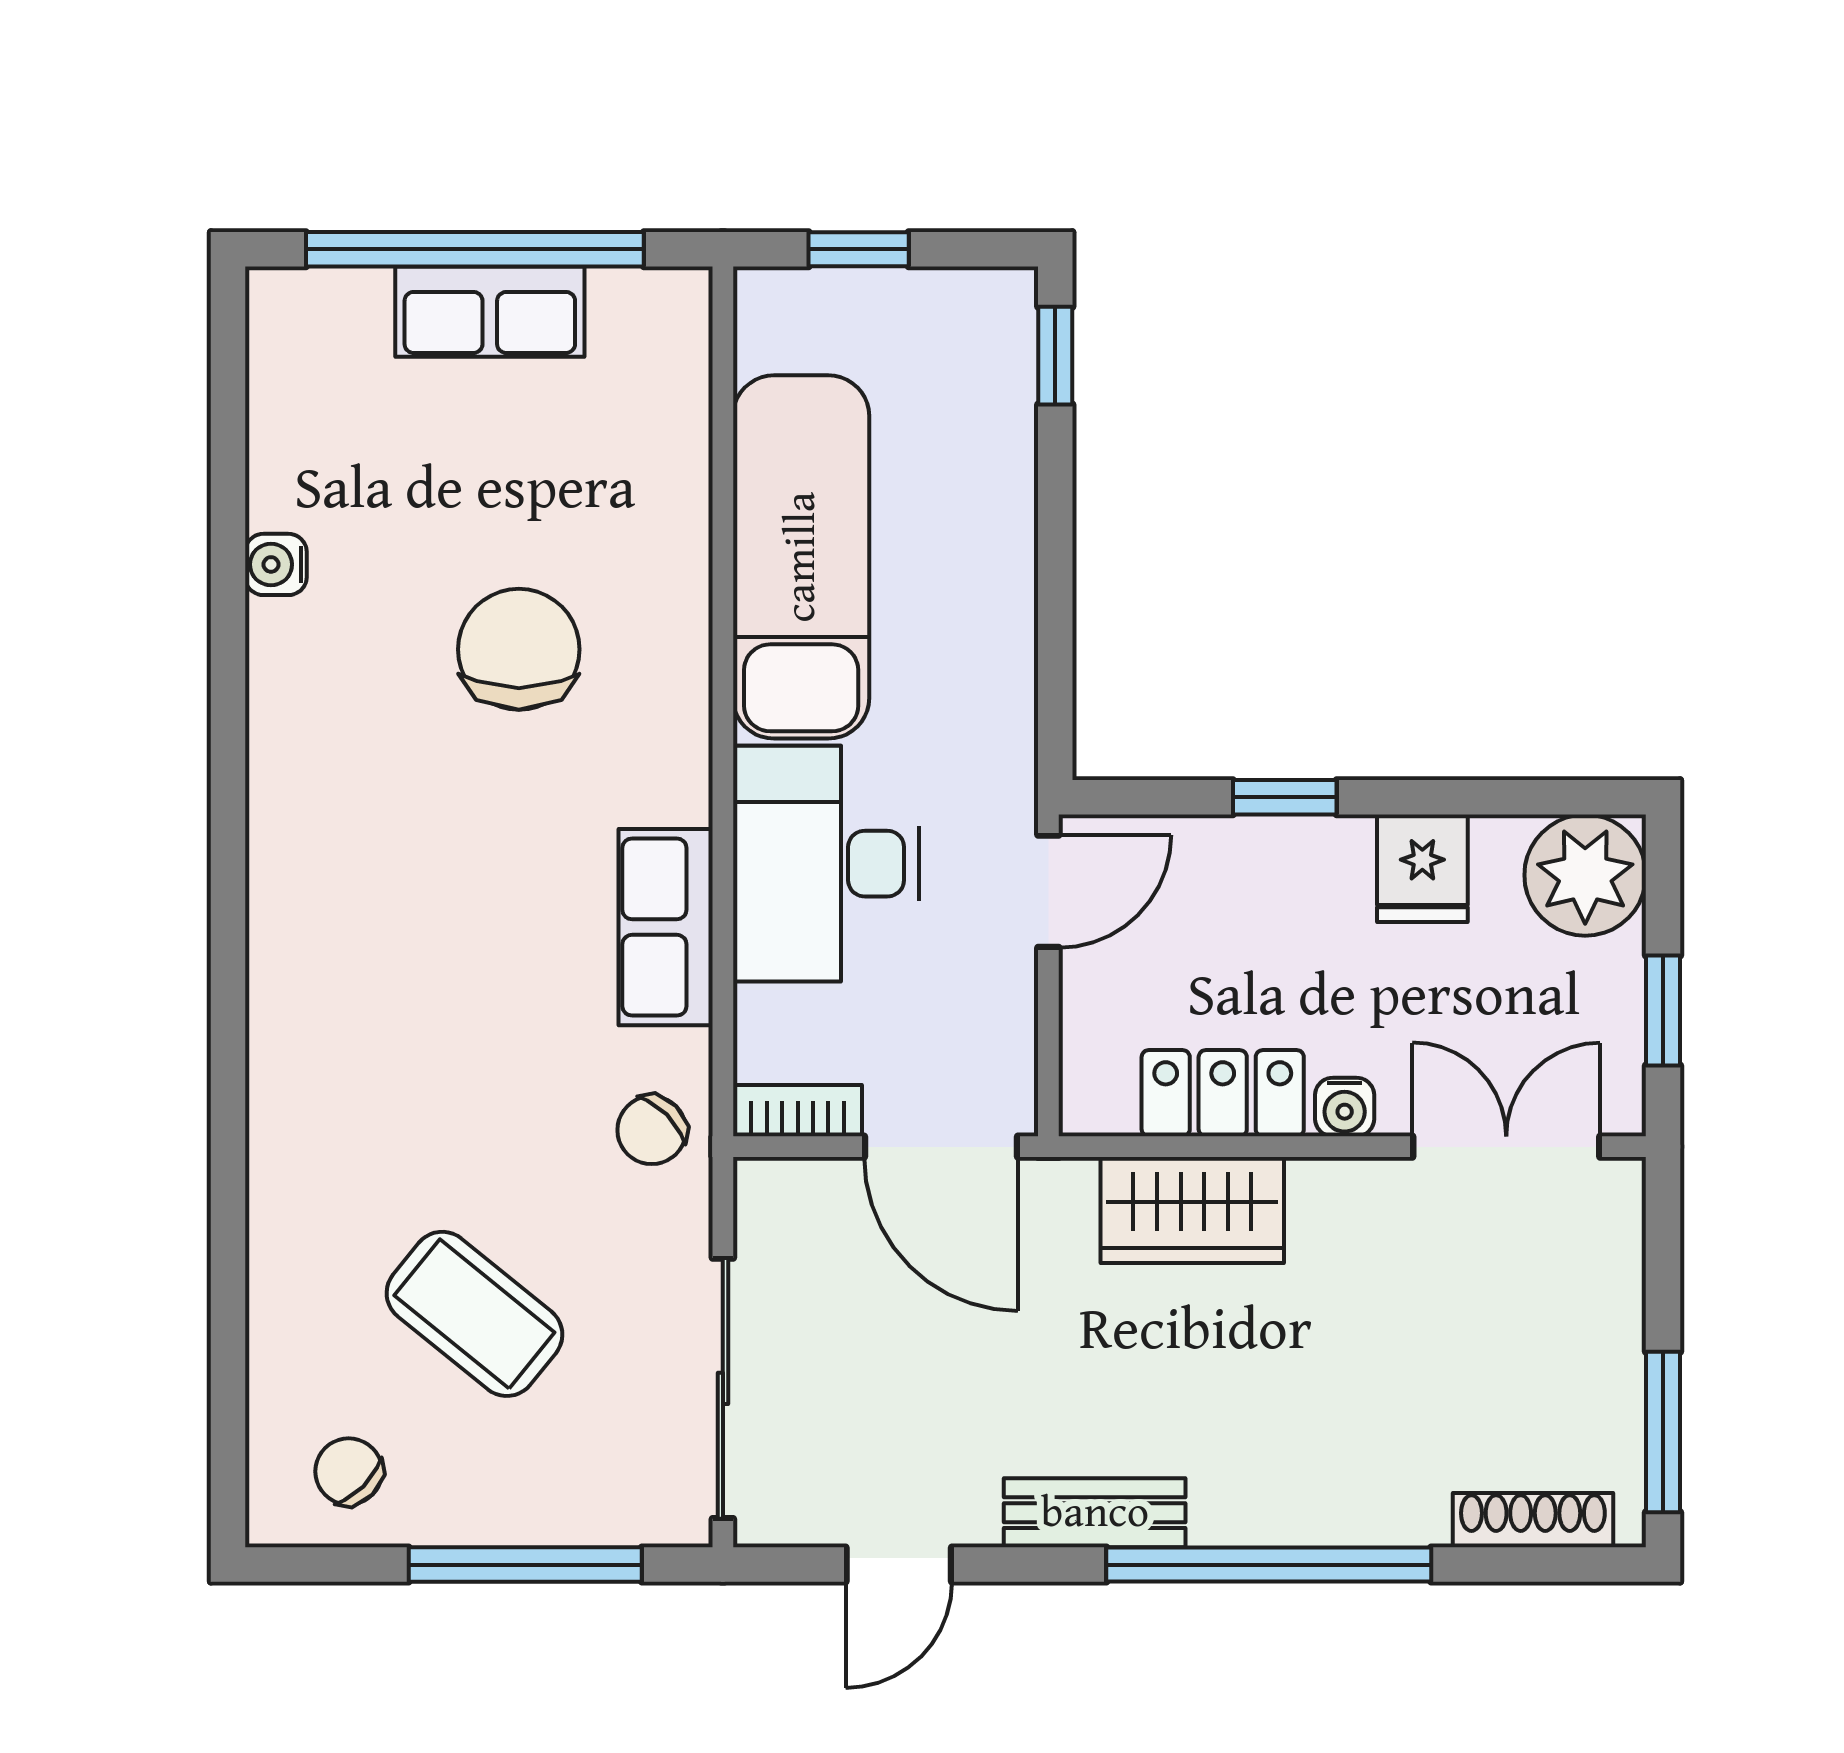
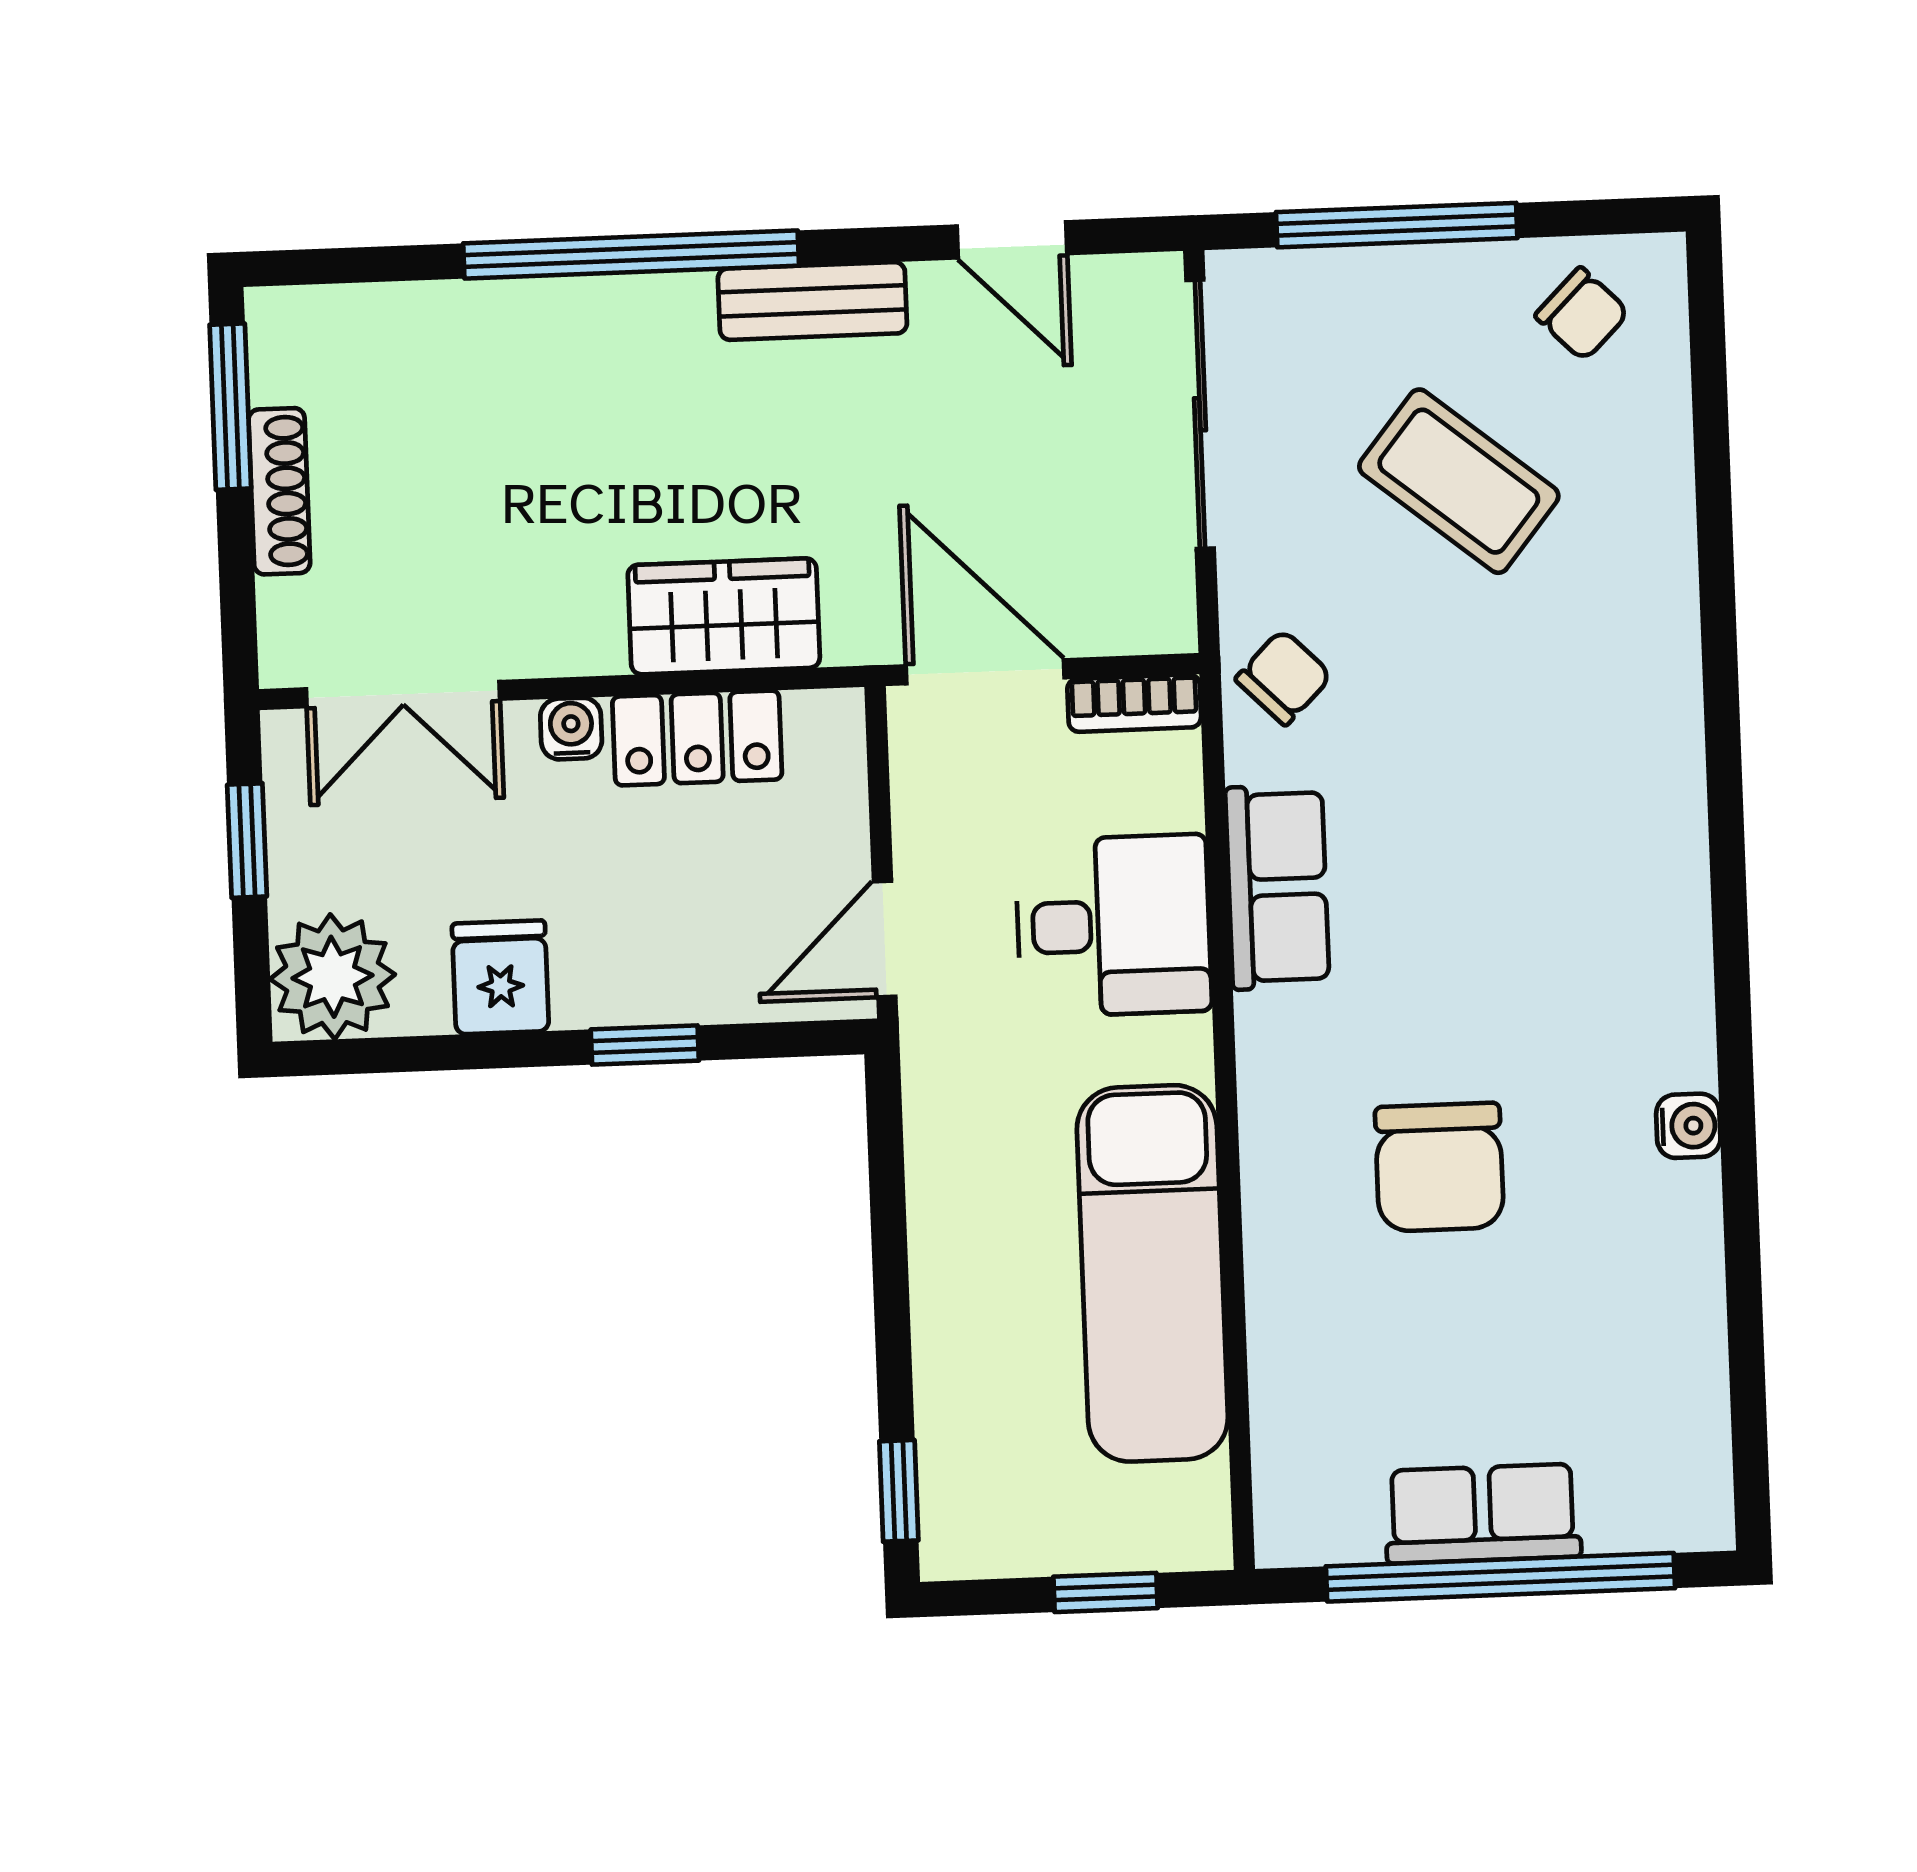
water cooler: (276, 564) -> (1688, 1126), moved
desk: (826, 864) -> (1113, 926), width x0.73
shoe rack: (1533, 1520) -> (279, 491), moved, turned -90
door: (899, 1565) -> (1012, 240), swing flipped

